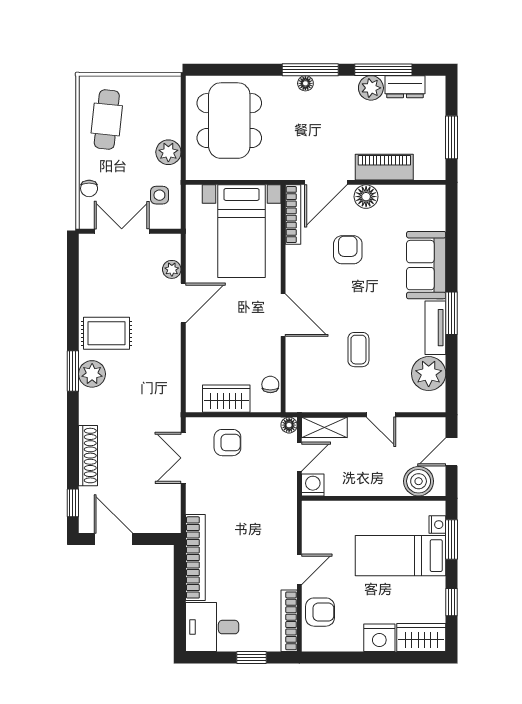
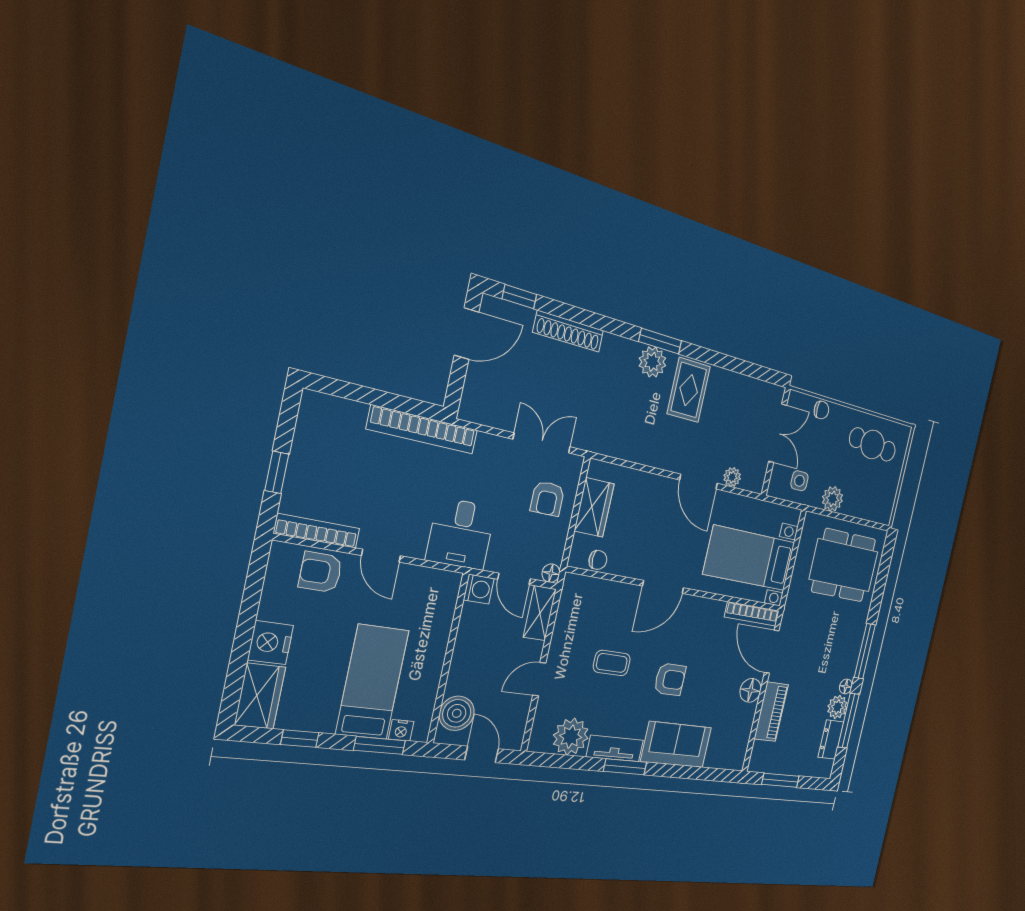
floor lamp: (305, 83) -> (846, 686), moved
chair: (89, 188) -> (821, 410), turned 180
armchair: (348, 250) -> (670, 679), moved
armchair: (320, 612) -> (321, 572), turned 90
desk: (212, 627) -> (461, 534), moved, turned 180

